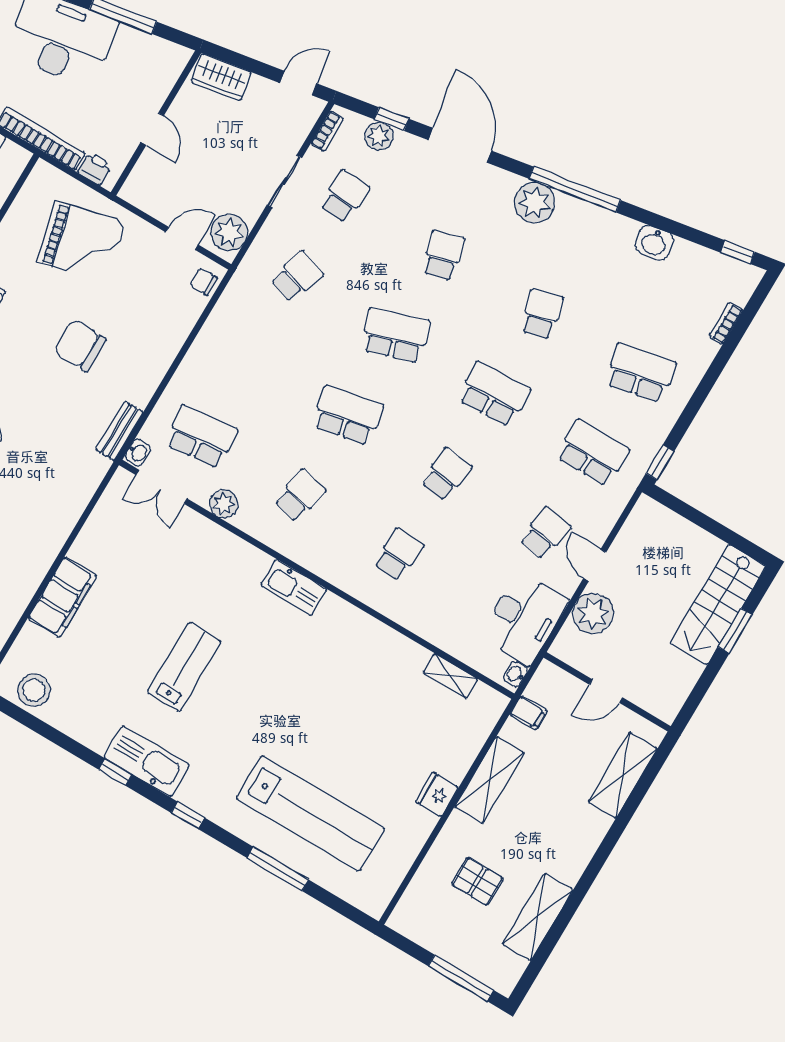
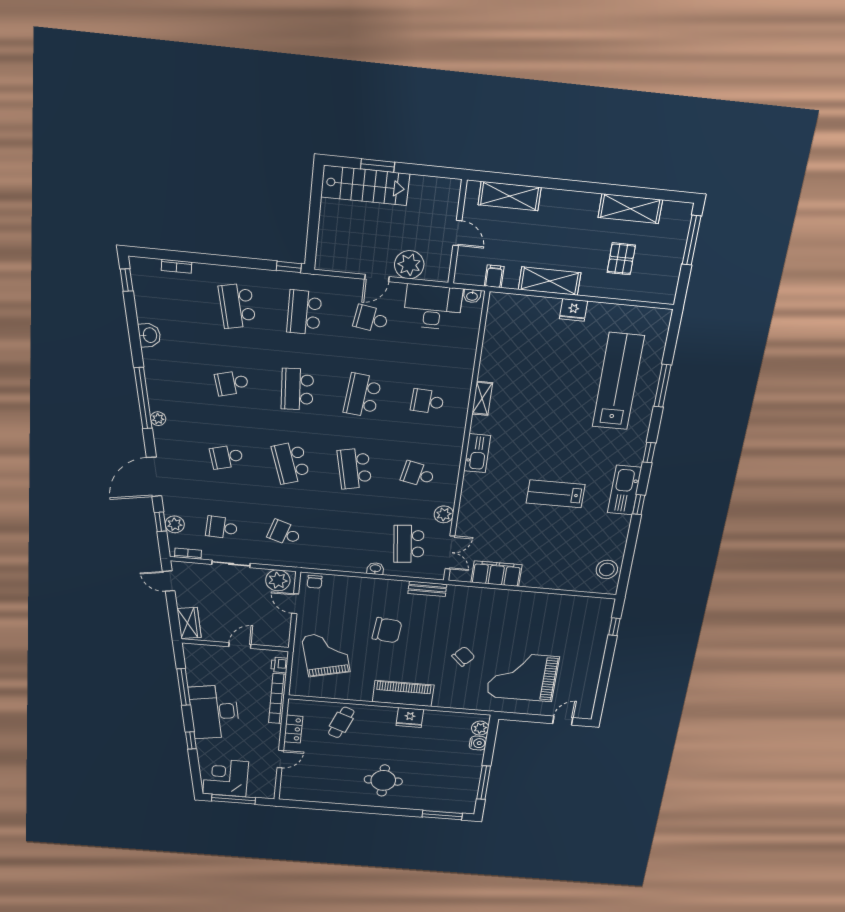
plant: (535, 203) -> (158, 419), width x0.53, depth x0.53
chair: (80, 345) -> (387, 630), turned -84
washbasin: (138, 452) -> (375, 569), moved
school desk: (446, 474) -> (362, 395), width x1.85
filing cabinet: (62, 597) -> (496, 574), moved
shelving: (450, 676) -> (482, 398), moved

